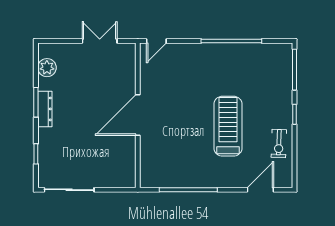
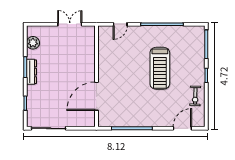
door: (156, 41) -> (120, 24), moved
door: (138, 115) -> (96, 96), moved
treadmill: (228, 126) -> (160, 68), moved, turned 180

